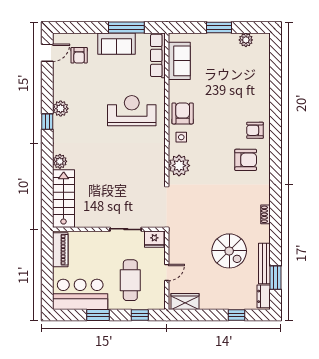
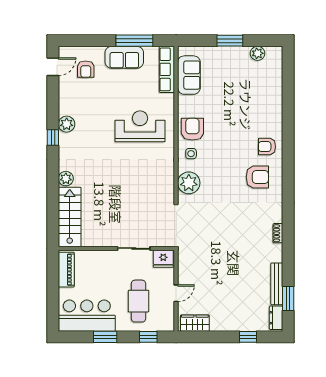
spiral stairs: (229, 251) -> (240, 271), removed

